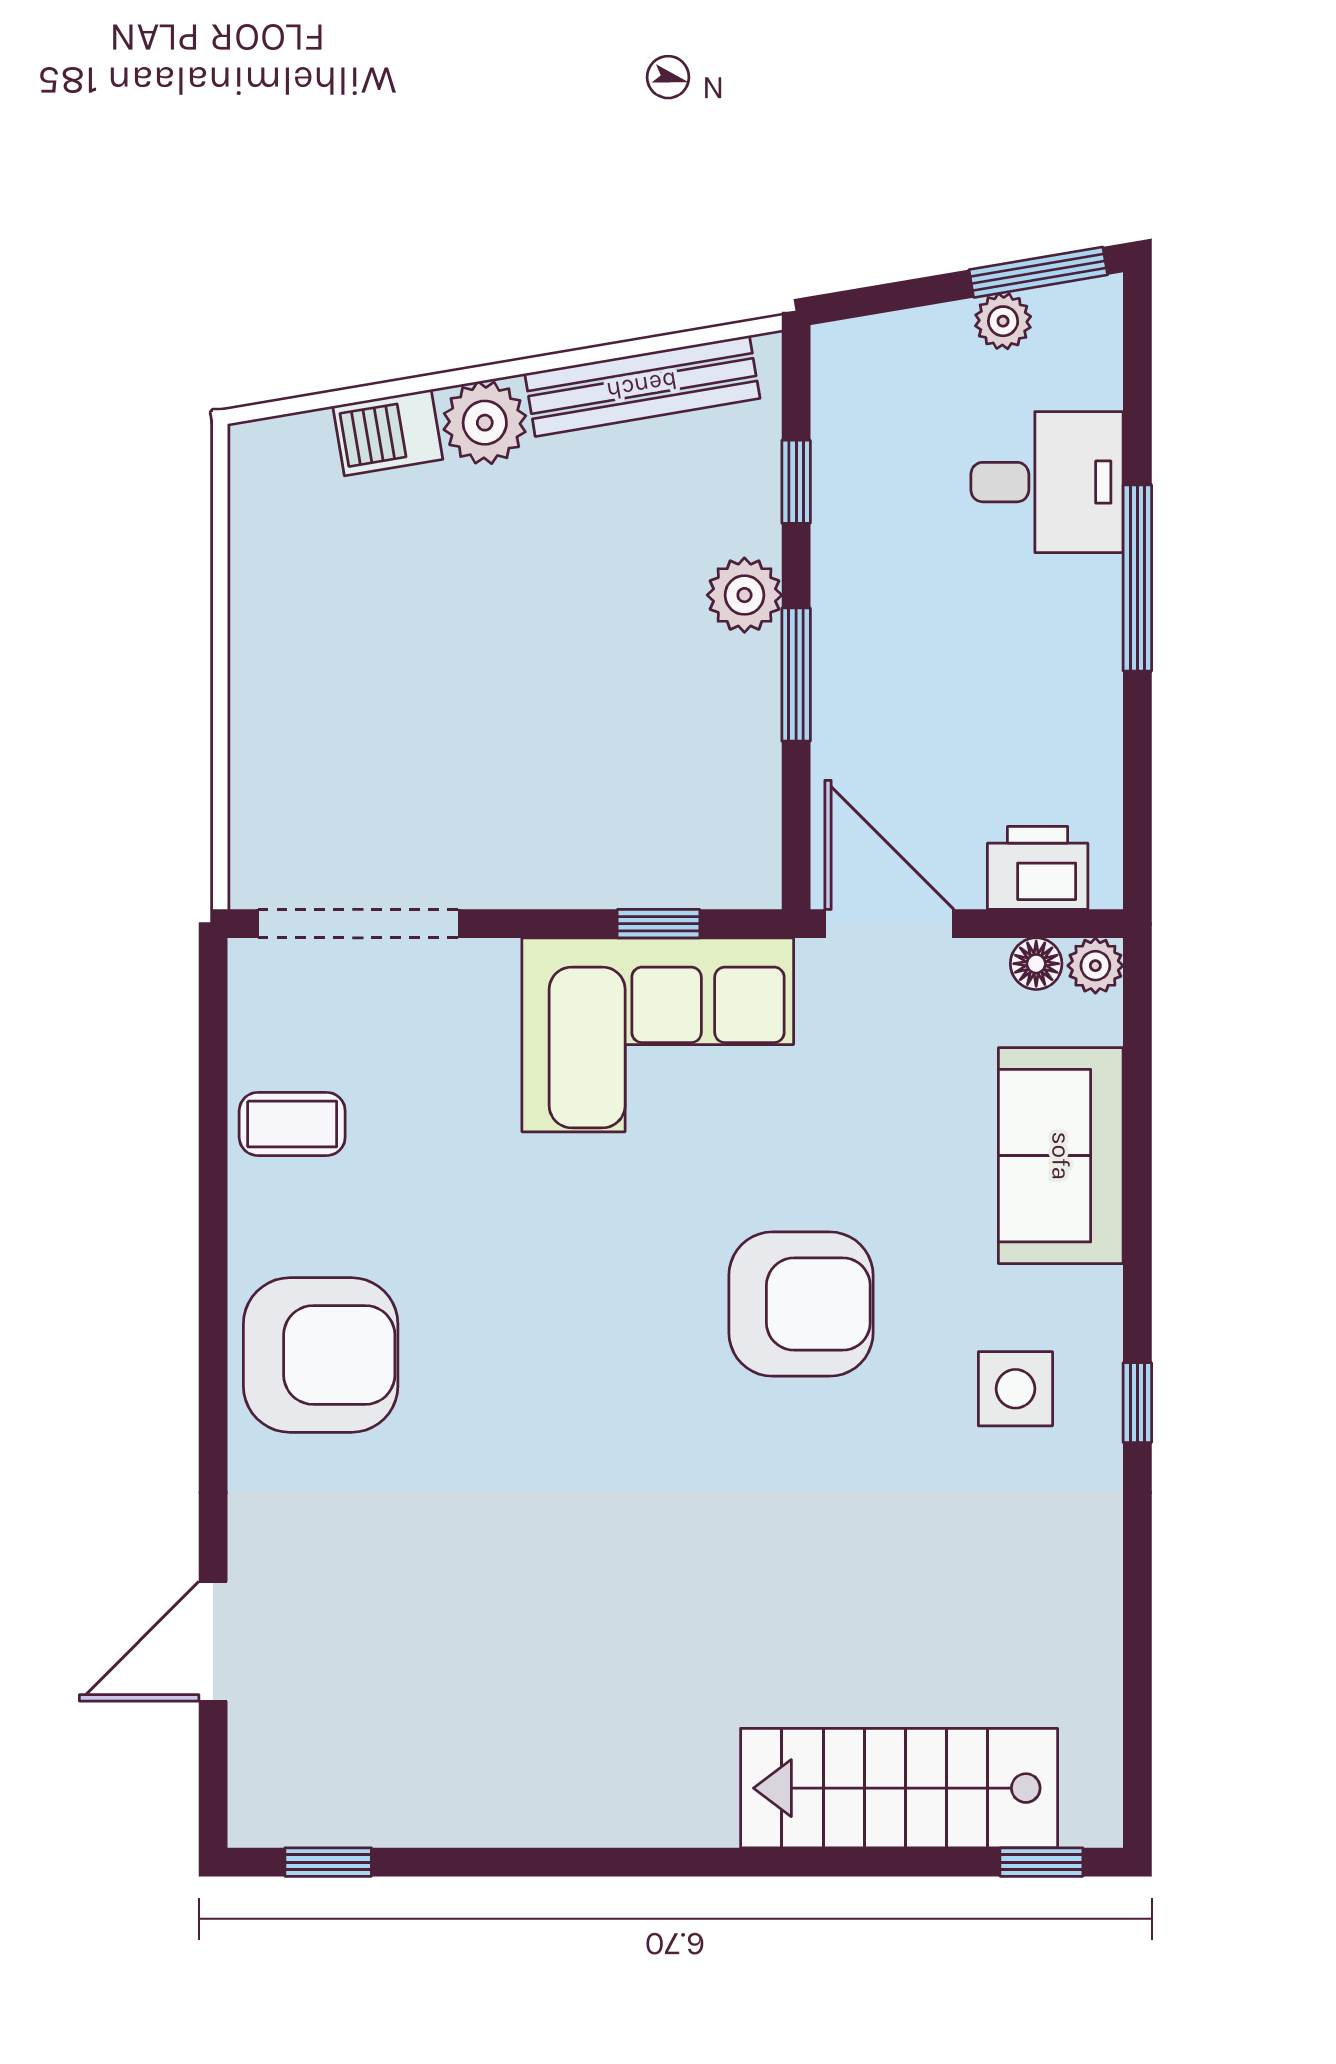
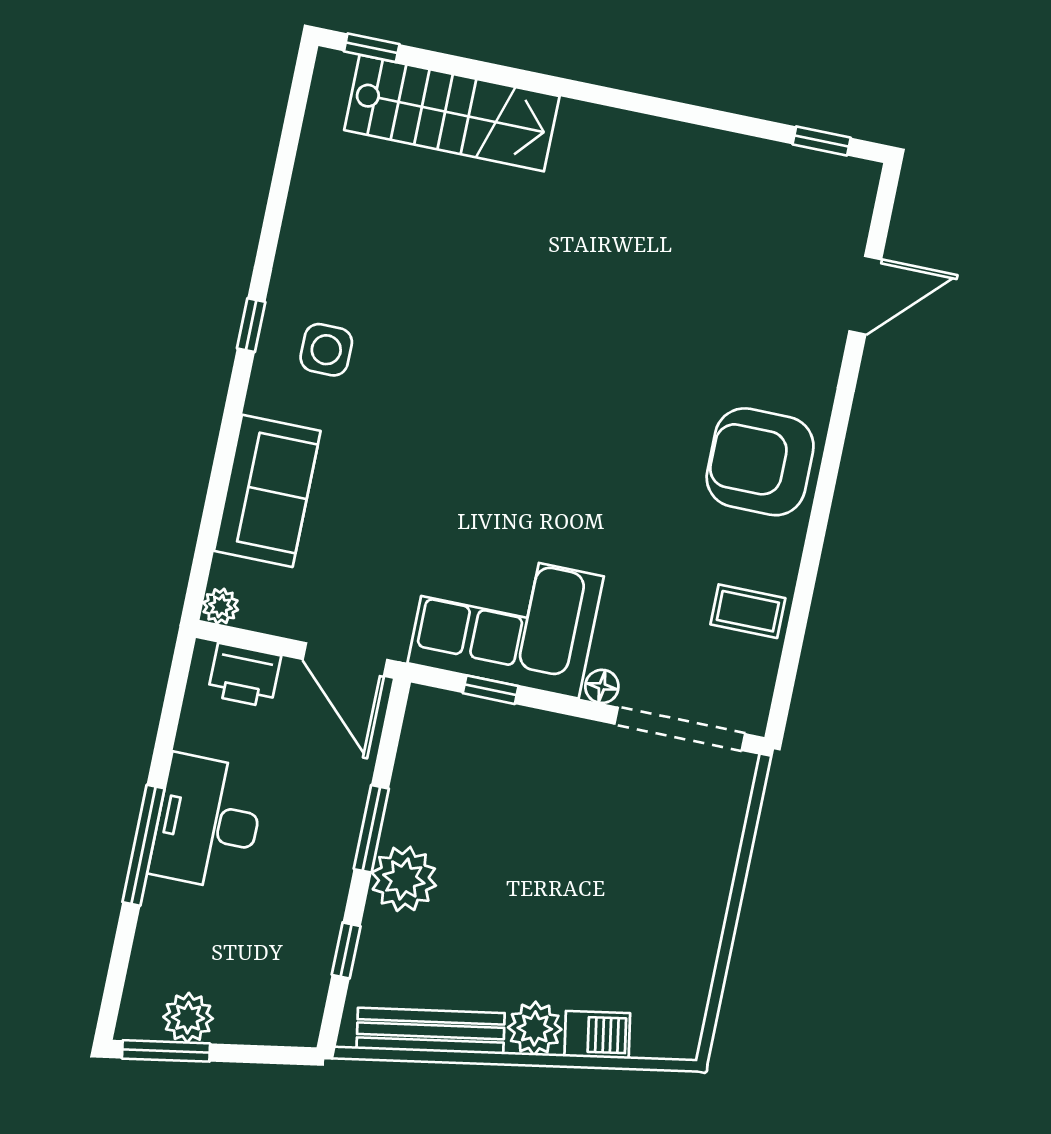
plant: (1003, 321) -> (188, 1018), width x1.38, depth x1.38
desk: (1047, 482) -> (208, 822), moved, width x1.37
plant: (744, 595) -> (404, 879), width x1.36, depth x1.36
floor lamp: (1036, 964) -> (602, 686), moved
armchair: (801, 1304) -> (450, 431), removed

